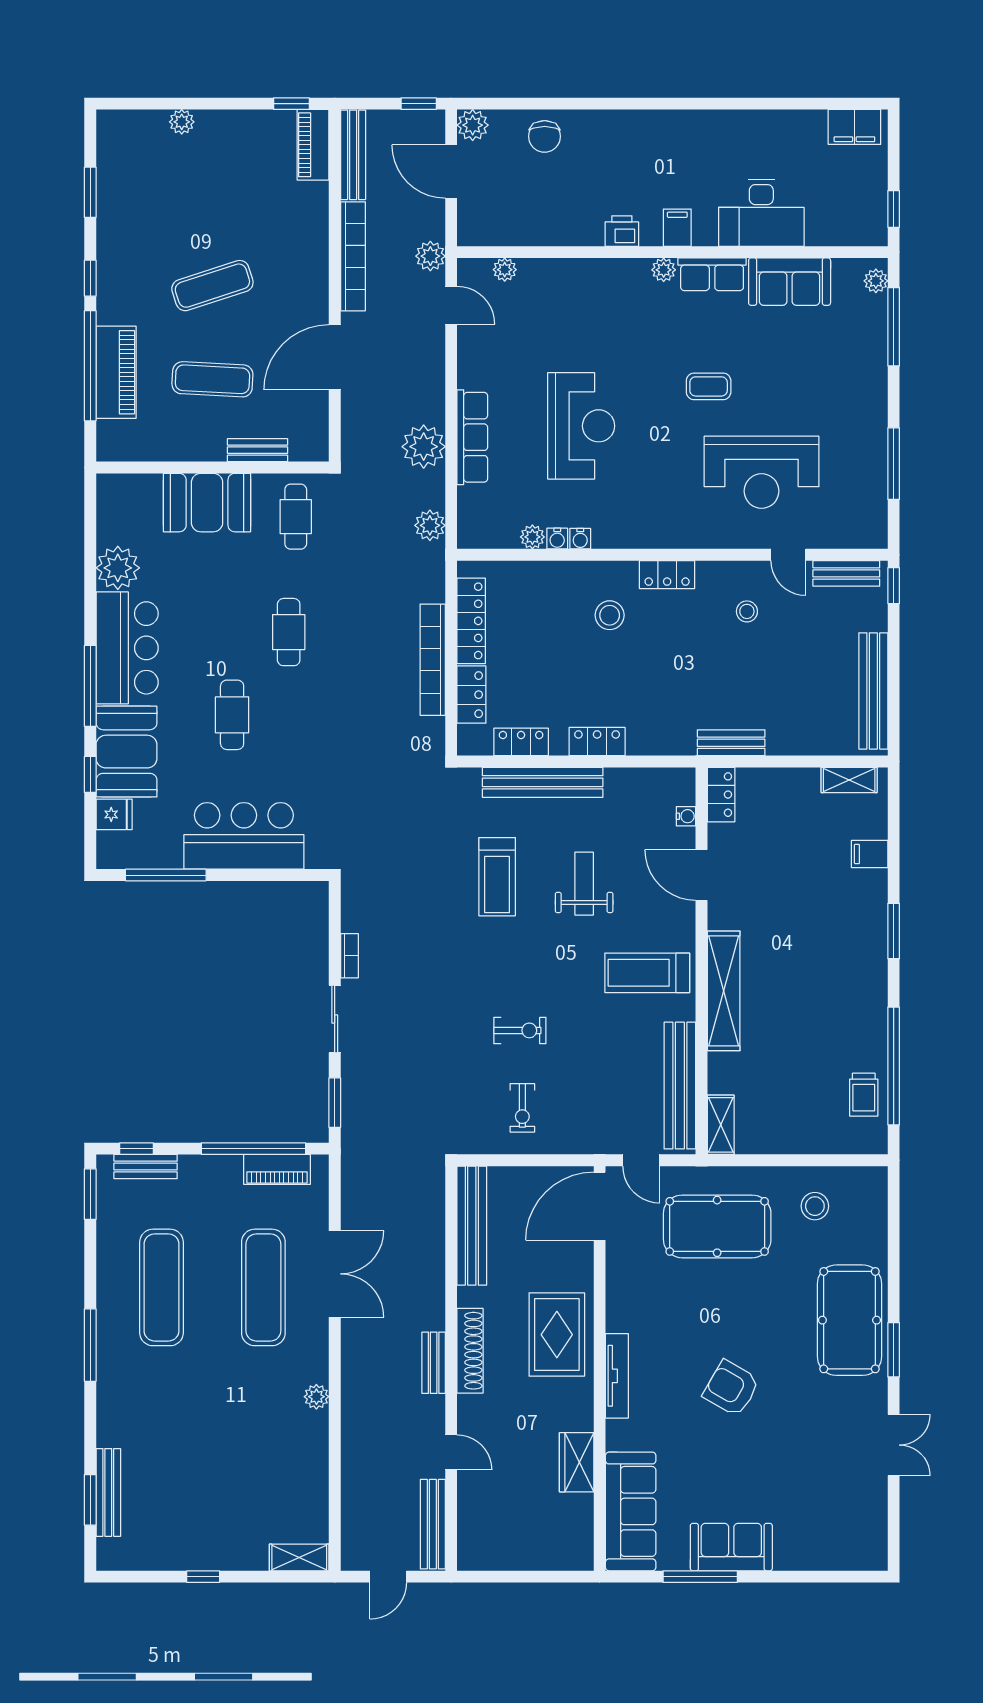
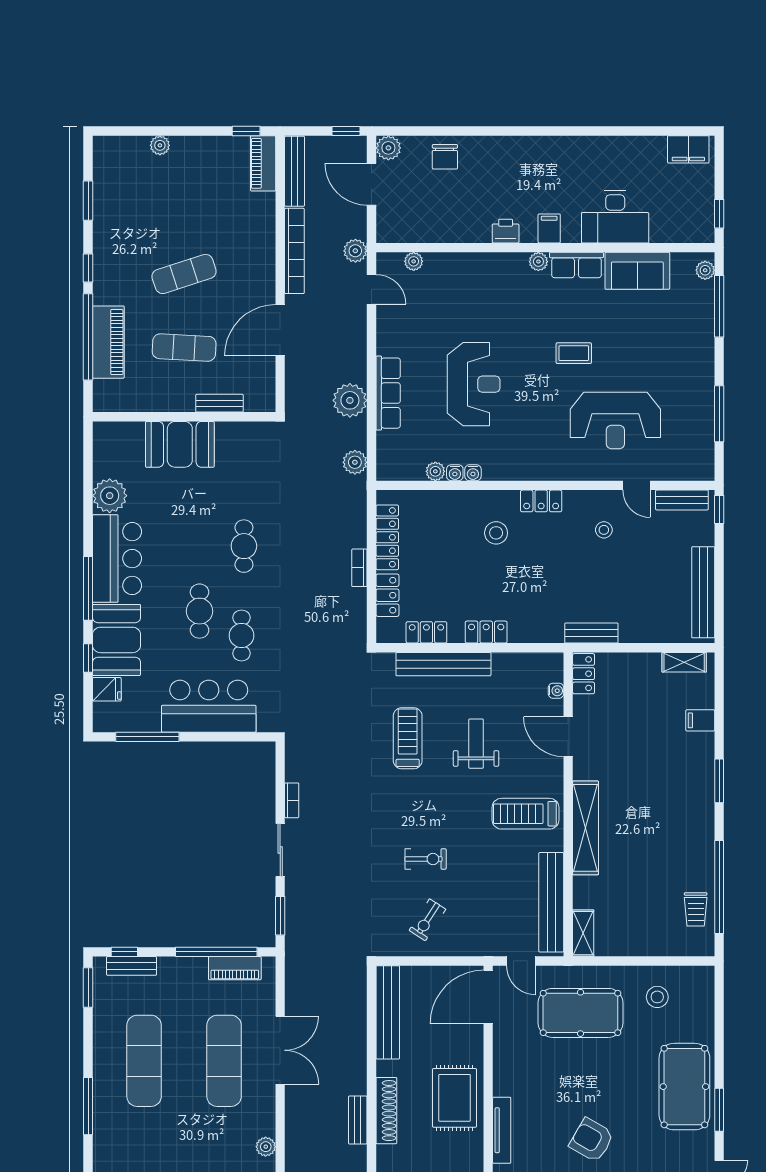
cafe table: (296, 517) -> (241, 635), moved
bookcase: (433, 660) -> (359, 568), width x0.43, depth x0.76
treadmill: (497, 877) -> (408, 738), turned 180
exercise bike: (522, 1108) -> (427, 920), turned 33

